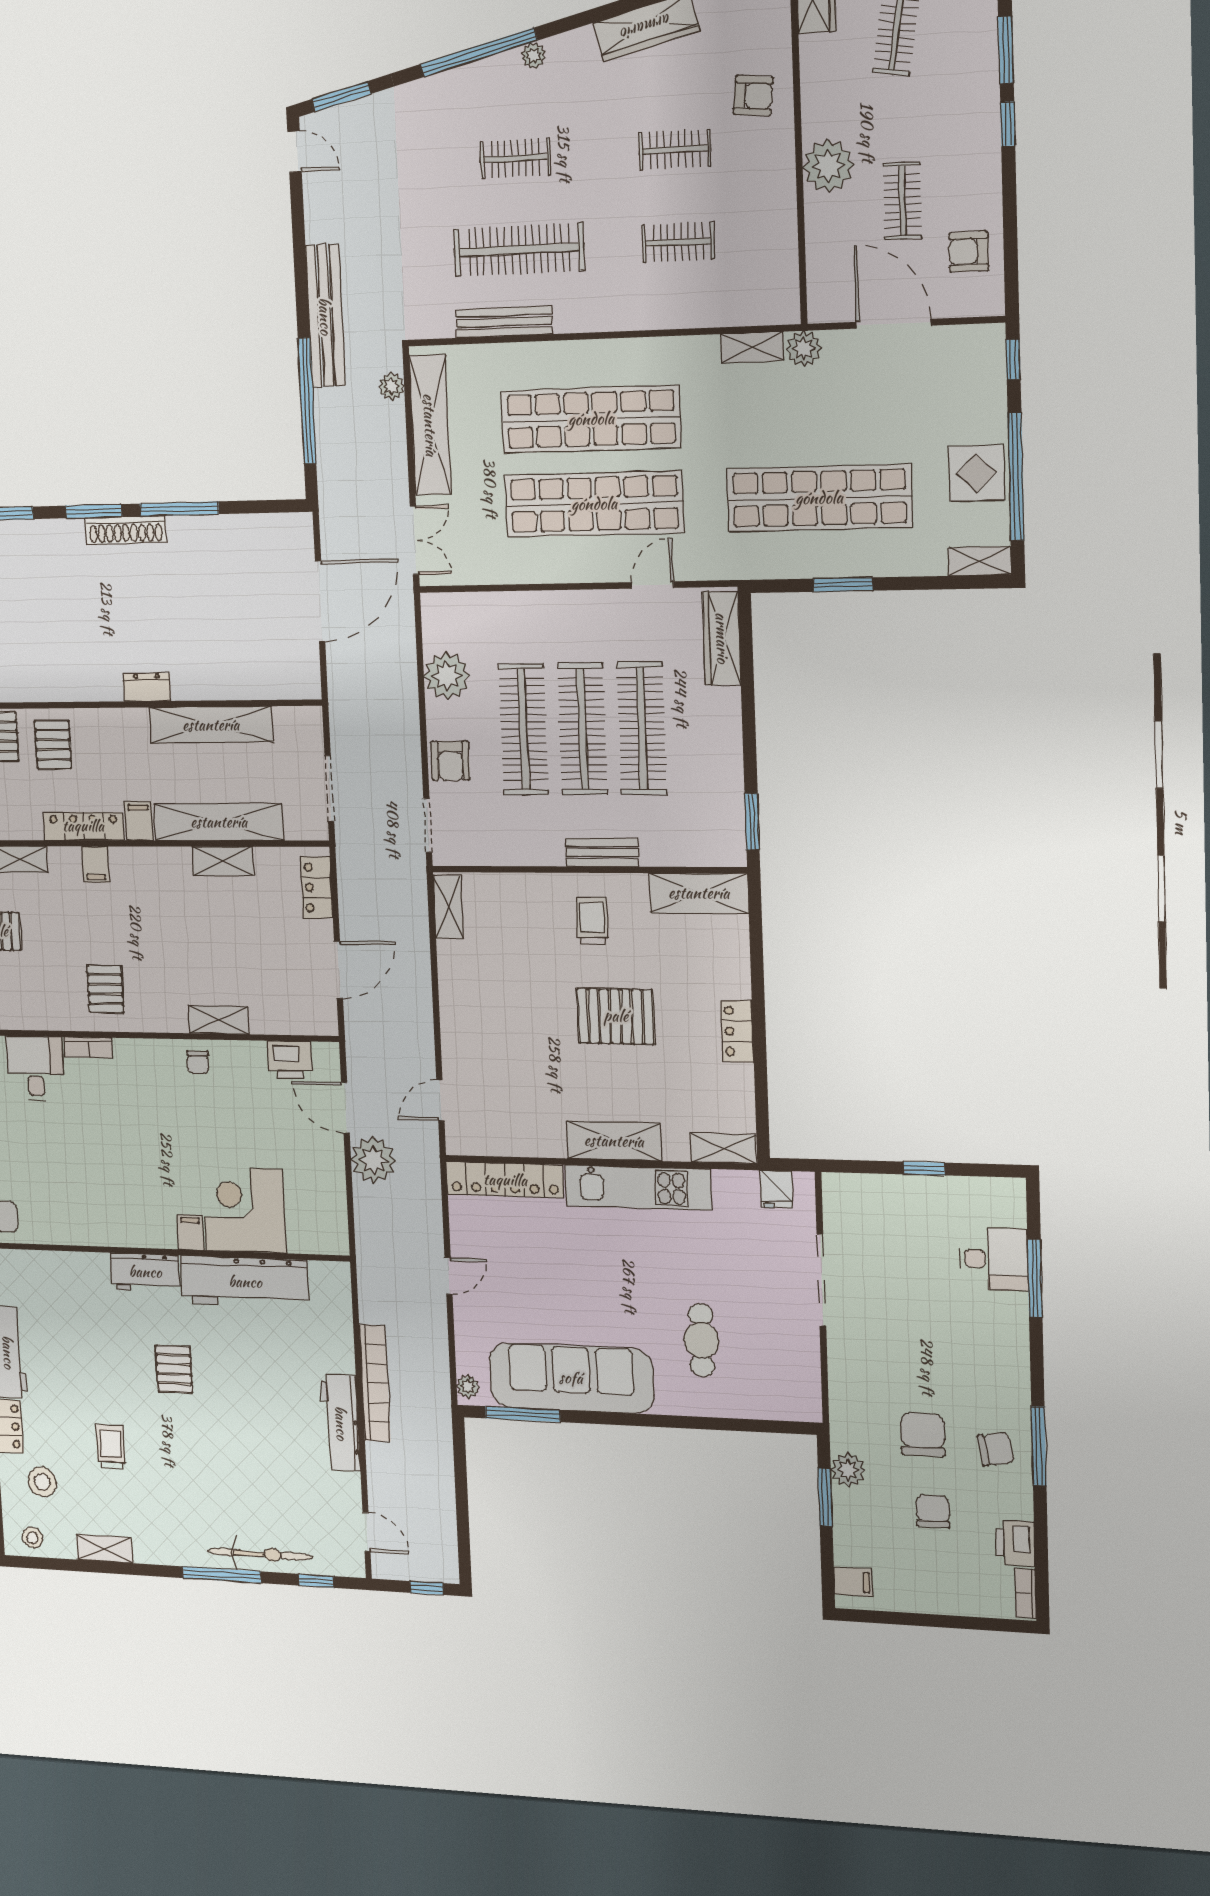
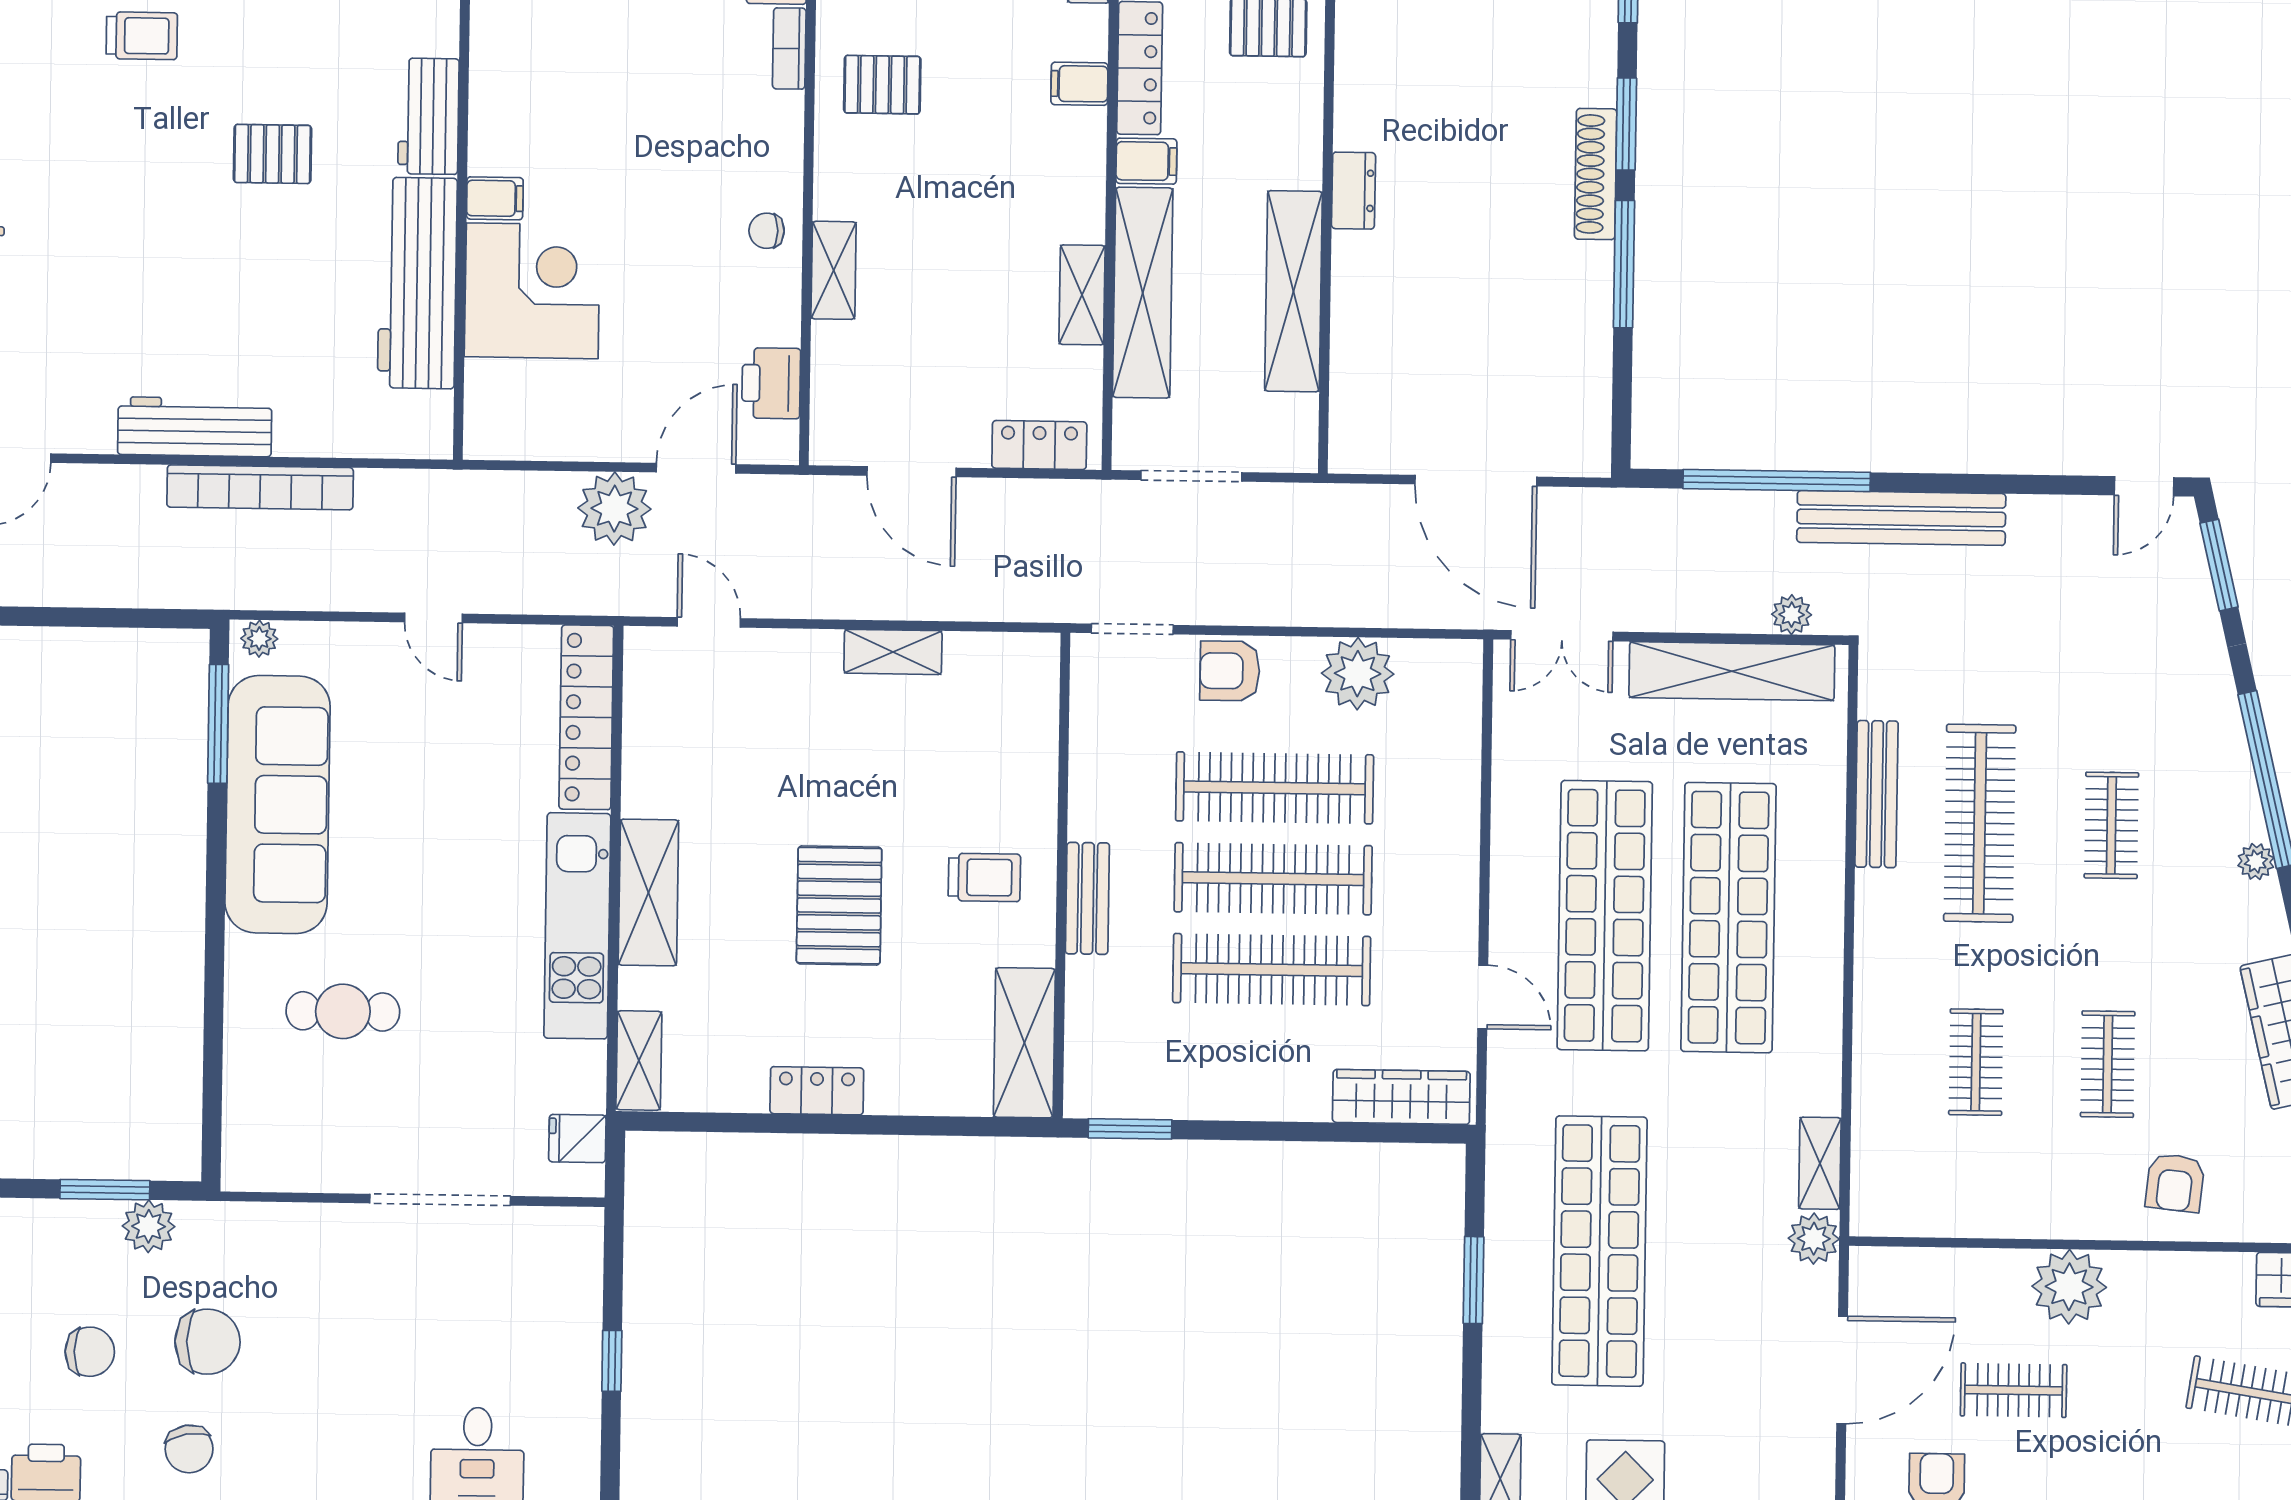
shelving: (448, 907) -> (893, 652), moved

